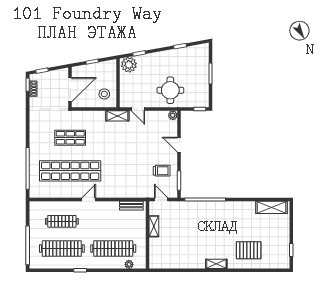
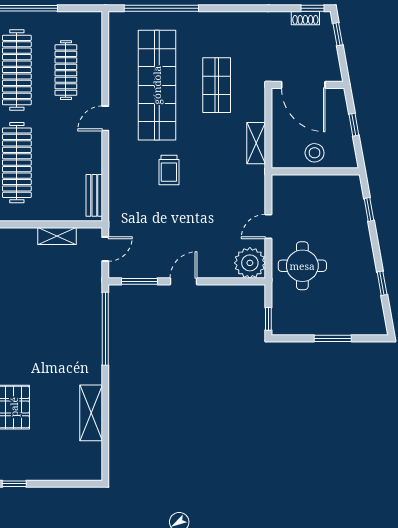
plant: (129, 65) -> (348, 191), removed
stool: (104, 94) -> (315, 153), moved
door: (138, 109) -> (268, 227), moved
plant: (173, 115) -> (250, 263), width x1.87, depth x1.87
shelving: (117, 116) -> (256, 143), moved
door: (179, 145) -> (183, 281), moved
trolley: (162, 171) -> (169, 170), moved
door: (89, 200) -> (105, 118), swing flipped
shelving: (272, 207) -> (91, 413), moved

